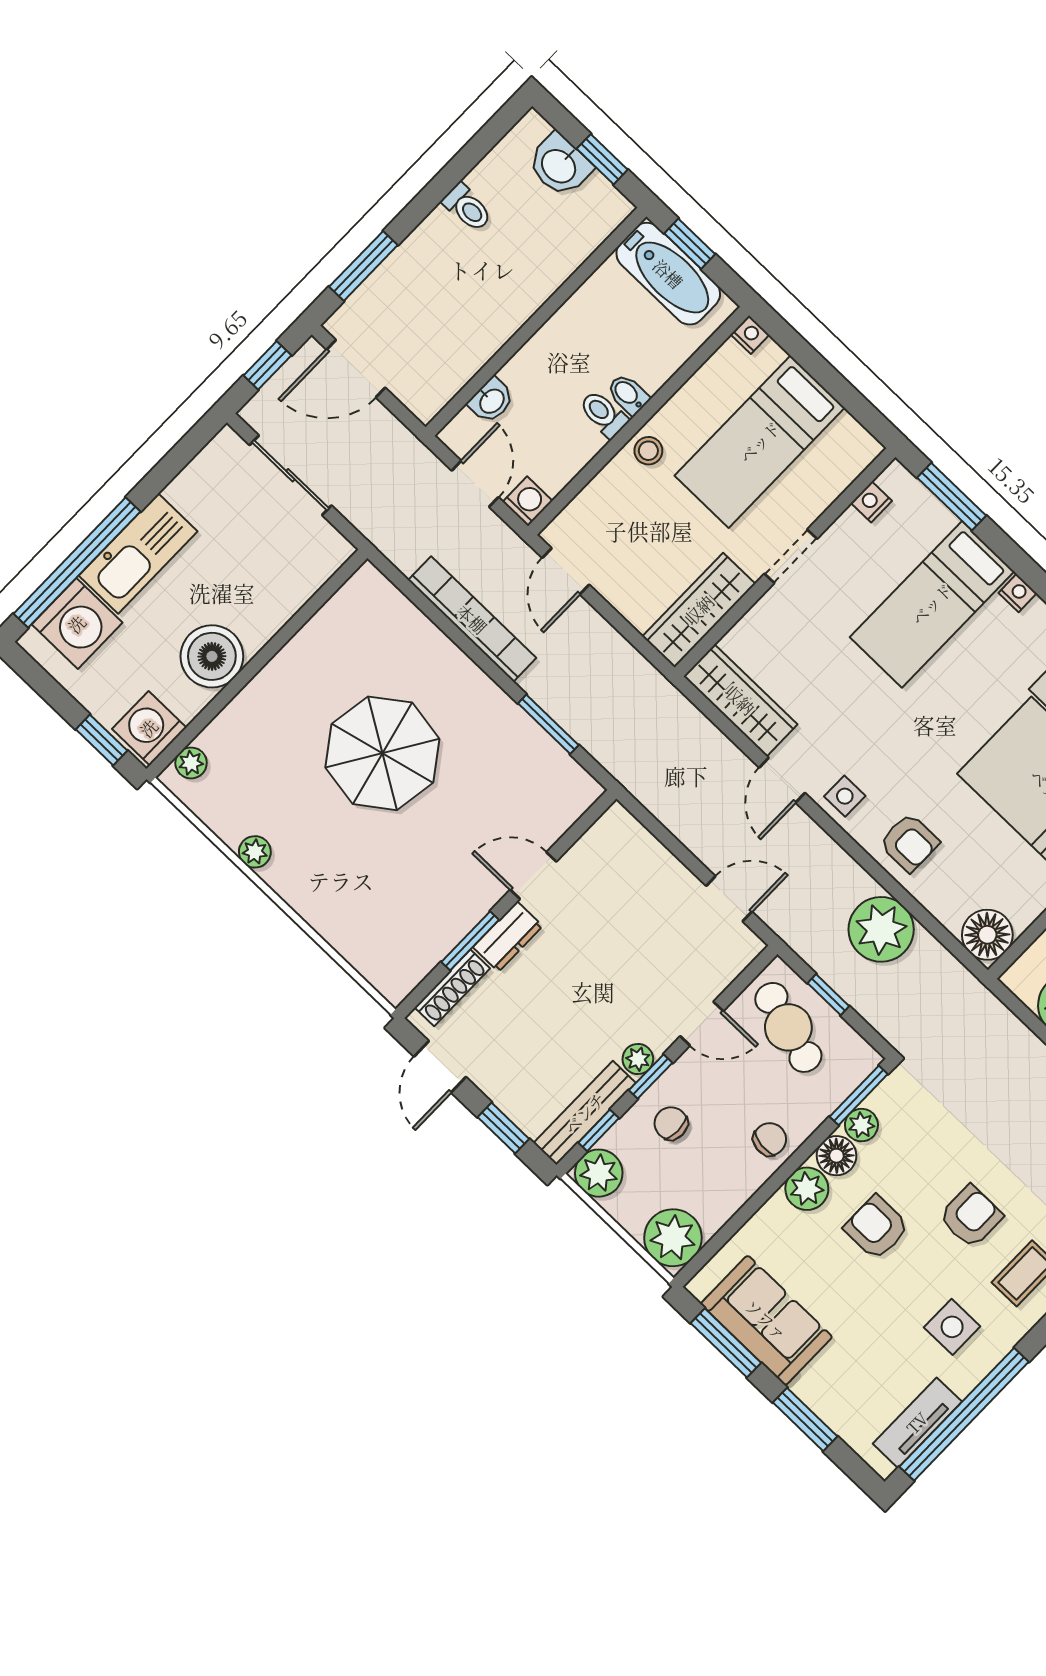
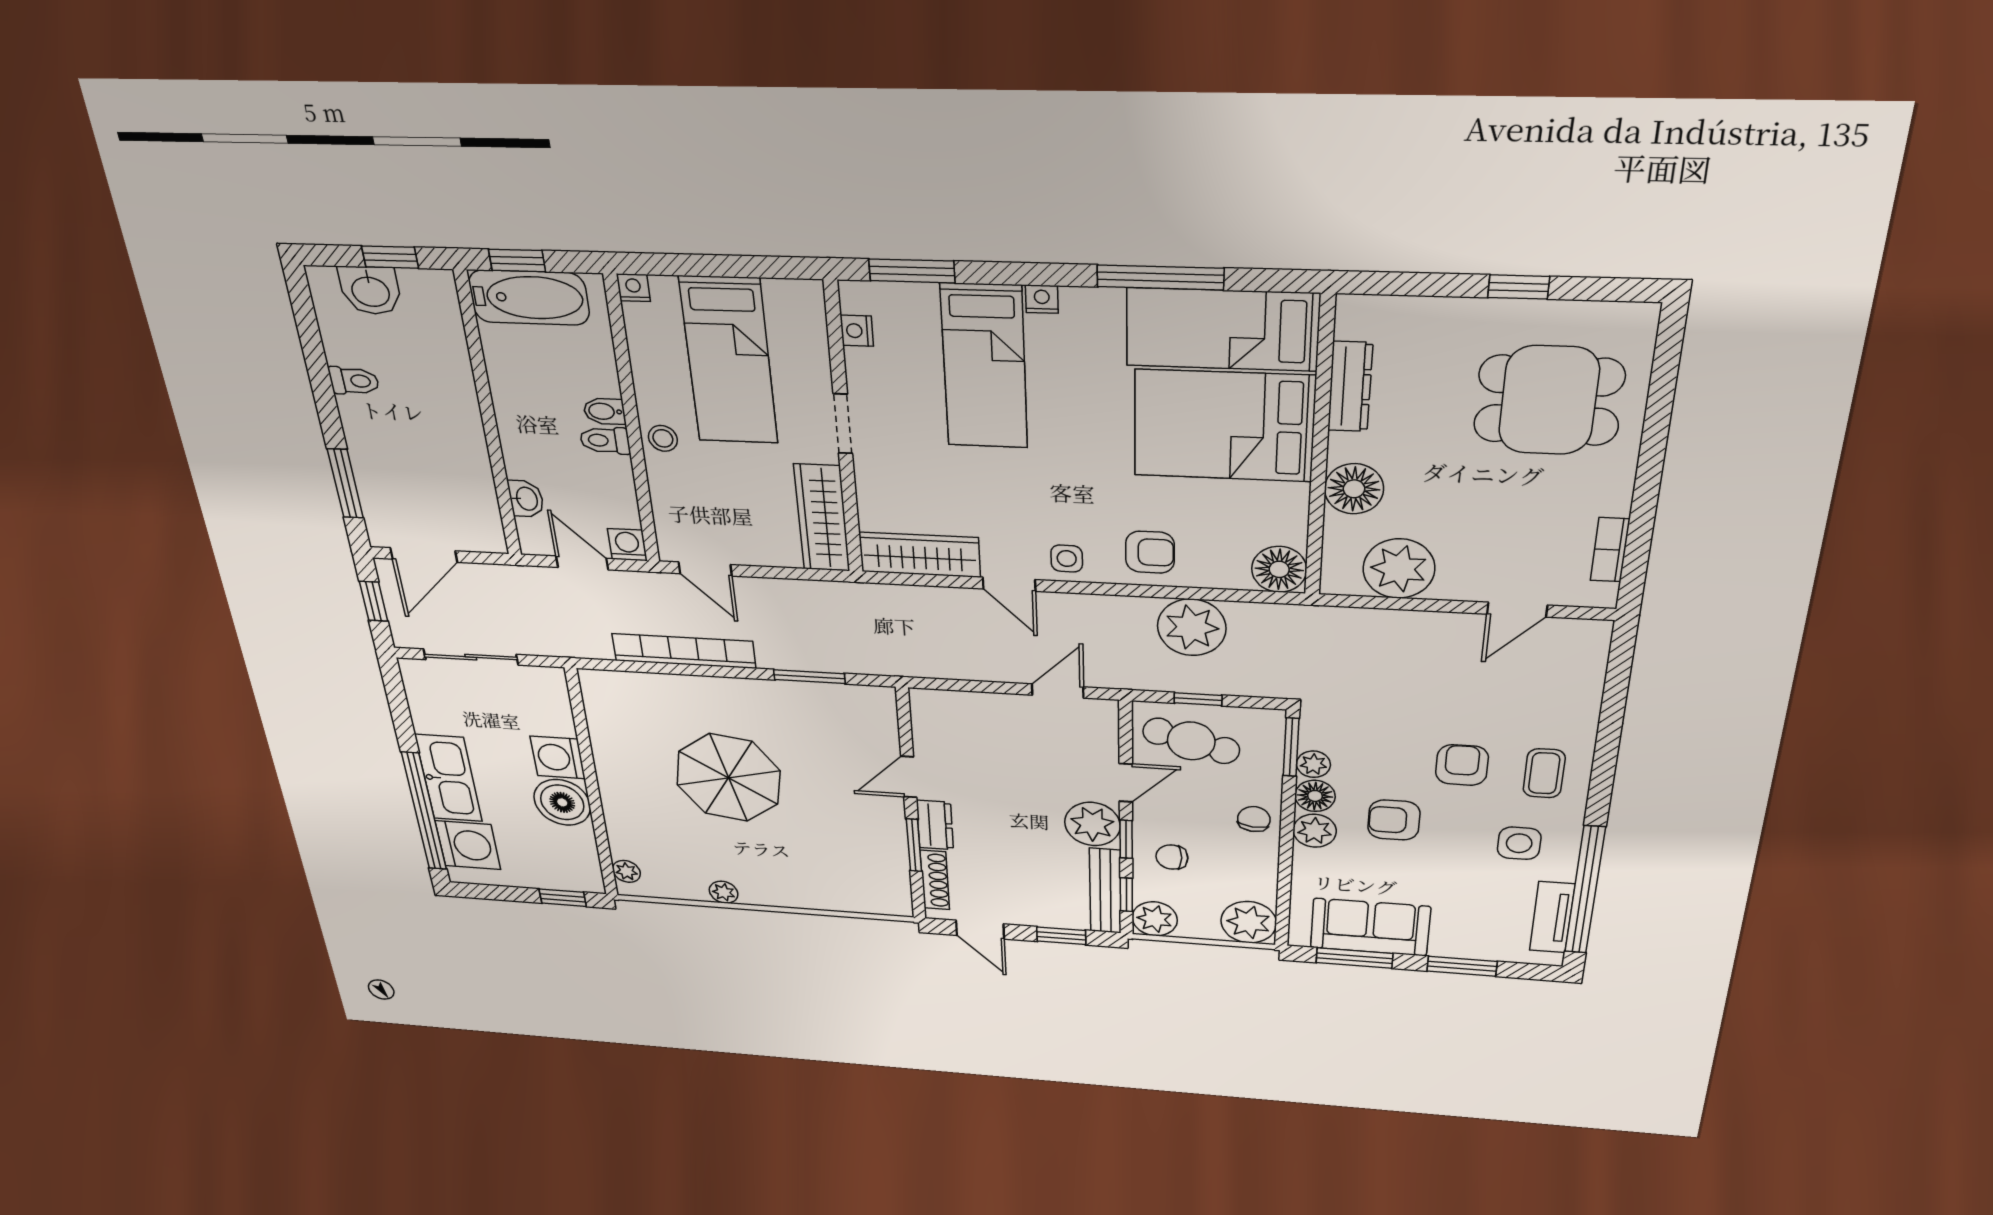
washing machine: (149, 728) -> (558, 757), moved
plant: (638, 1059) -> (1092, 824), width x1.88, depth x1.88

